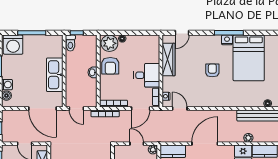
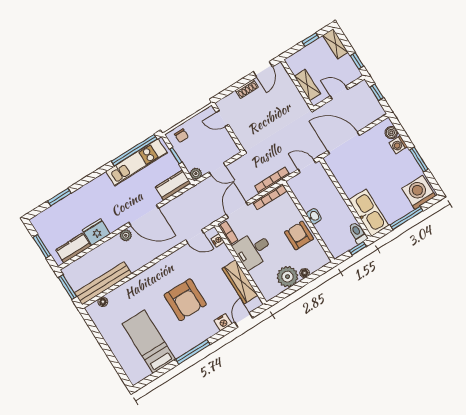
nightstand: (227, 40) -> (223, 322), moved
plant: (109, 43) -> (288, 277), moved
bed: (249, 58) -> (149, 342), width x0.67
armchair: (212, 70) -> (185, 300), width x1.88, depth x1.88
kitchen sink: (55, 75) -> (369, 213), moved
plant: (248, 138) -> (126, 235), moved
door: (205, 144) -> (144, 215), hinge flipped

